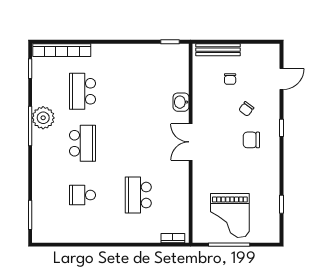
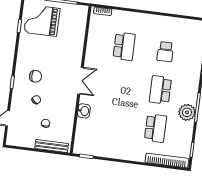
school desk: (82, 195) -> (165, 52), turned 90
grand piano: (230, 215) -> (42, 20), moved, turned -90

